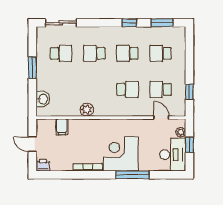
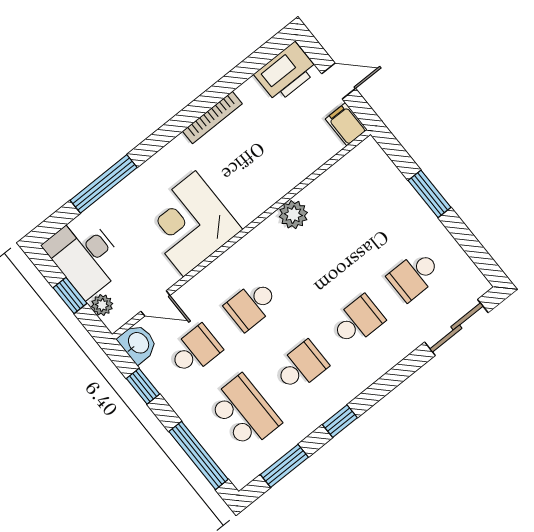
window: (189, 51) -> (199, 455), added
school desk: (161, 53) -> (244, 412), width x1.85
window: (32, 68) -> (430, 194), moved
washbasin: (43, 99) -> (138, 343), moved, turned 180
filing cabinet: (62, 127) -> (346, 124), moved
corner desk: (121, 154) -> (190, 224), moved, turned 180
printer: (43, 165) -> (286, 72), width x1.87, depth x1.48
window: (133, 175) -> (104, 184), moved

